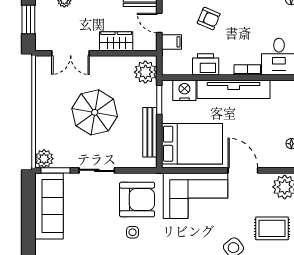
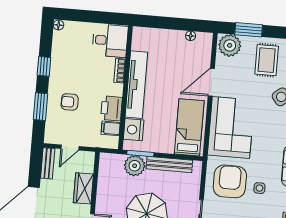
armchair: (209, 18) -> (70, 102), turned -113
filing cabinet: (172, 42) -> (111, 128), moved, turned -90
plant: (145, 72) -> (135, 166), moved
bed: (192, 144) -> (189, 127), width x0.67

